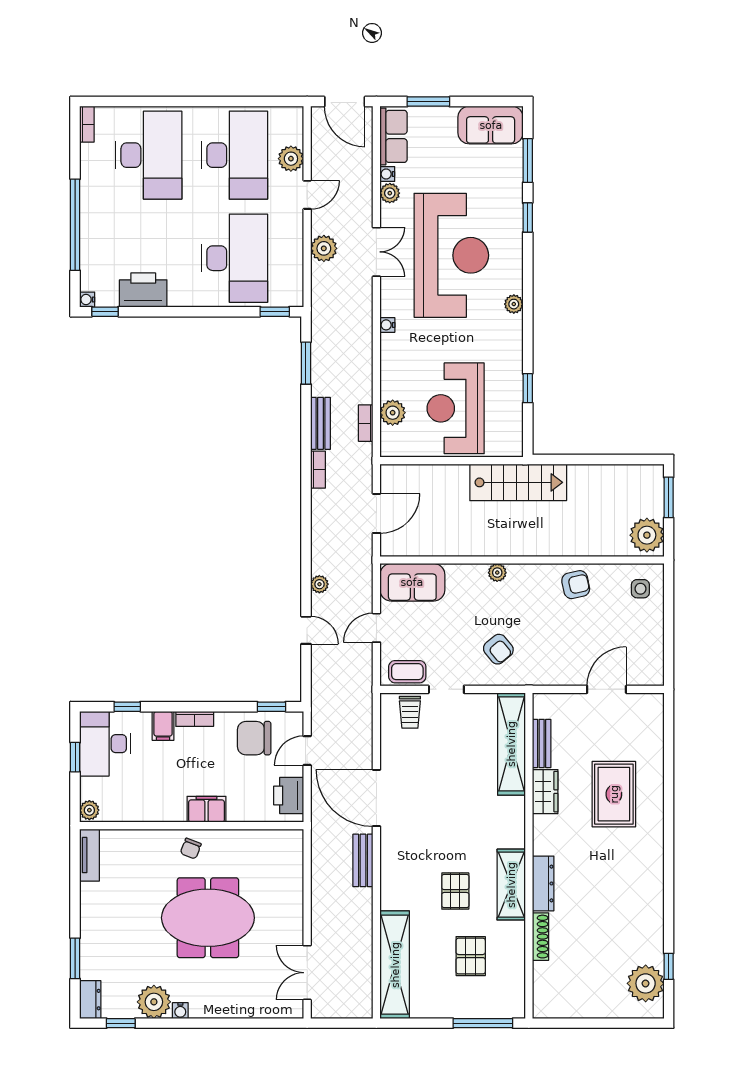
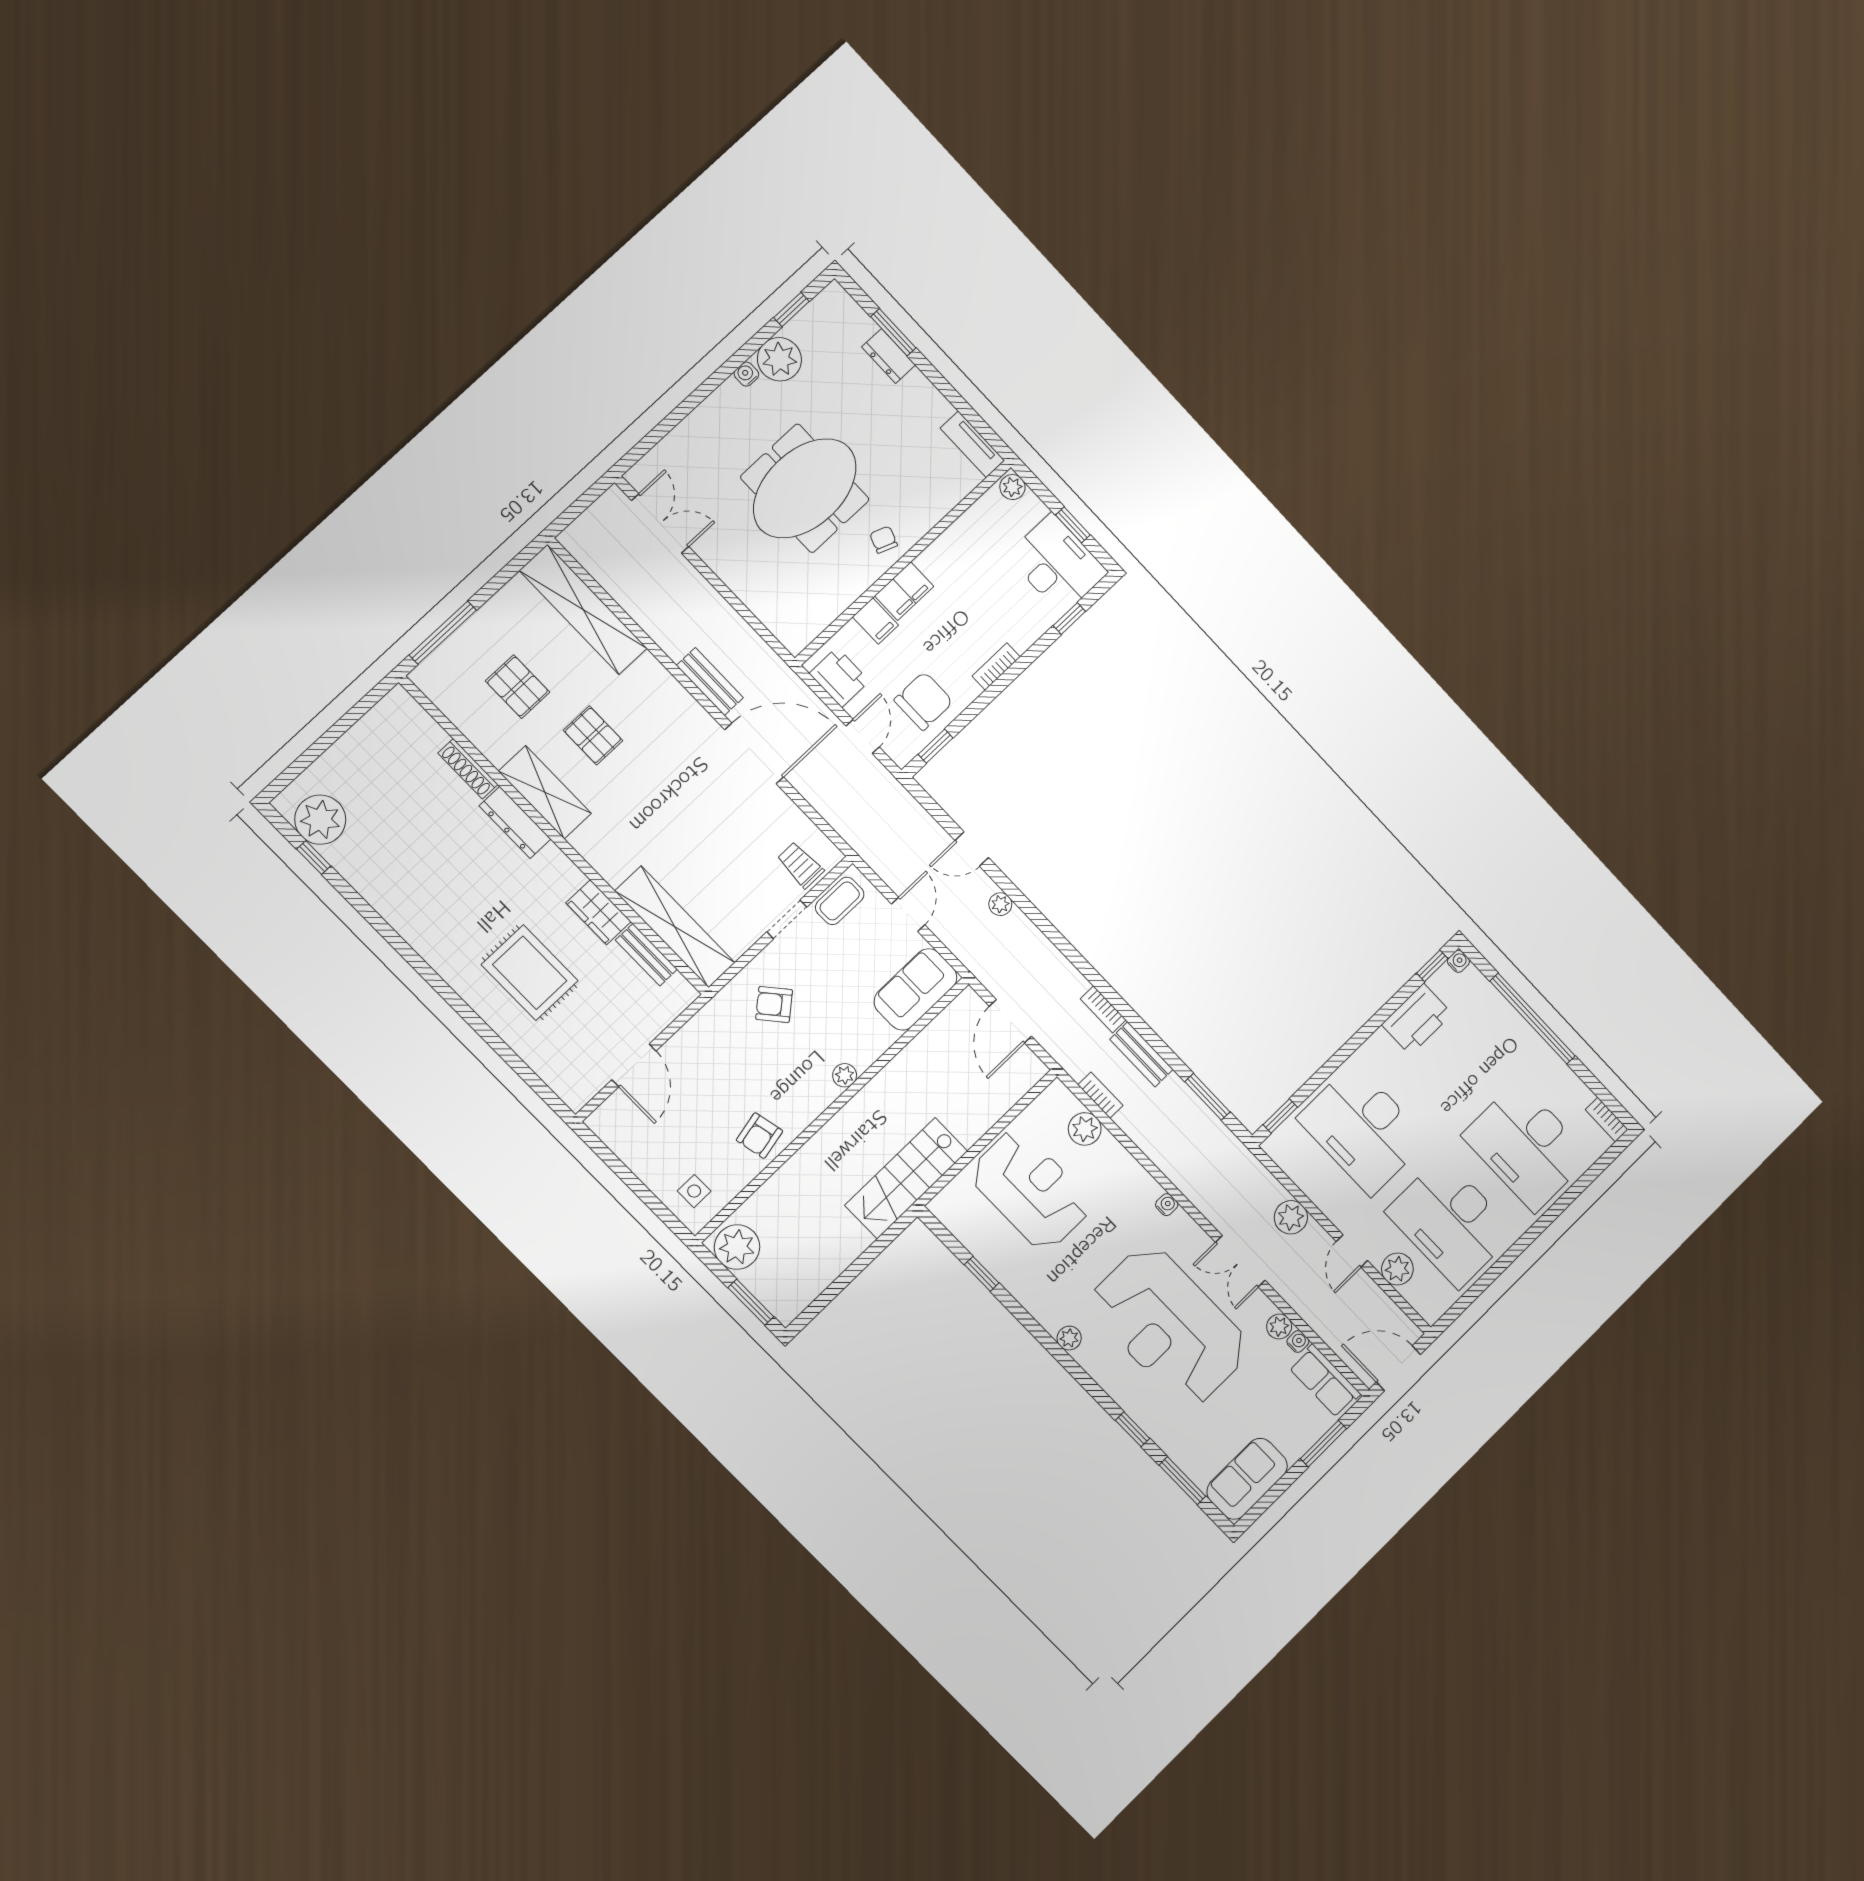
filing cabinet: (163, 726) -> (875, 621), moved, turned 180
dresser: (90, 1000) -> (889, 356), moved

